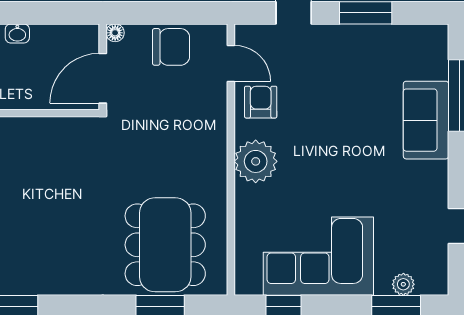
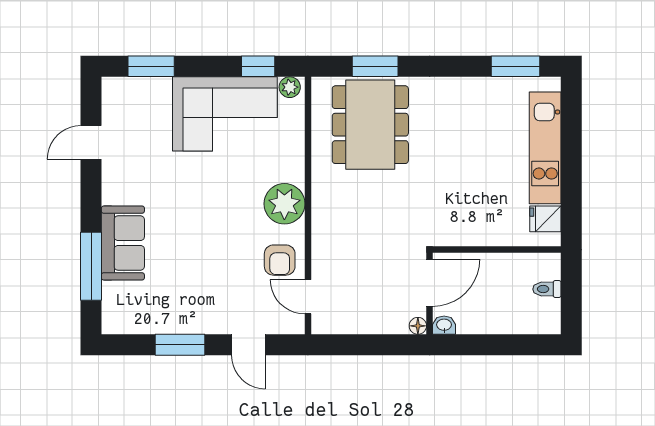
washbasin: (17, 33) -> (444, 325), moved
chair: (171, 47) -> (365, 312), removed
plant: (403, 284) -> (290, 87), moved

